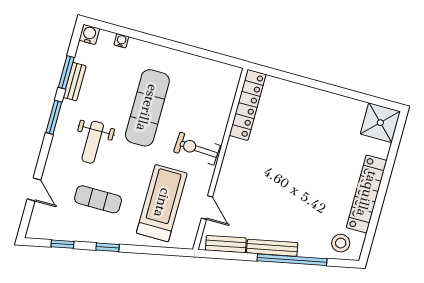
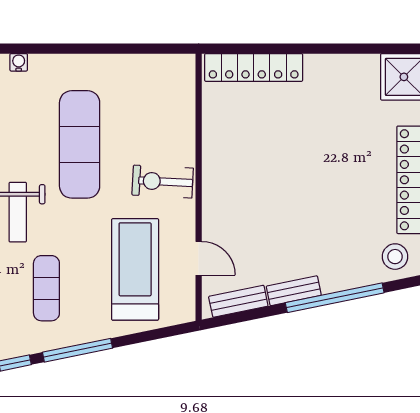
locker: (248, 105) -> (254, 67), moved, turned 90
exercise mat: (98, 199) -> (46, 288), turned 90
window: (108, 247) -> (78, 350), width x2.17
bench: (272, 248) -> (294, 291), width x0.73

